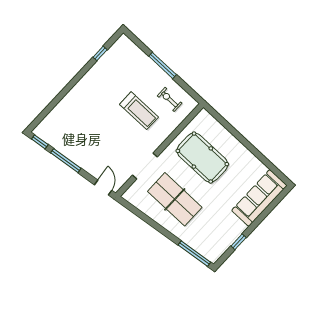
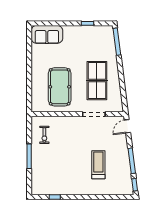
treadmill: (139, 111) -> (98, 165), moved
sofa: (259, 198) -> (47, 34), width x0.73

